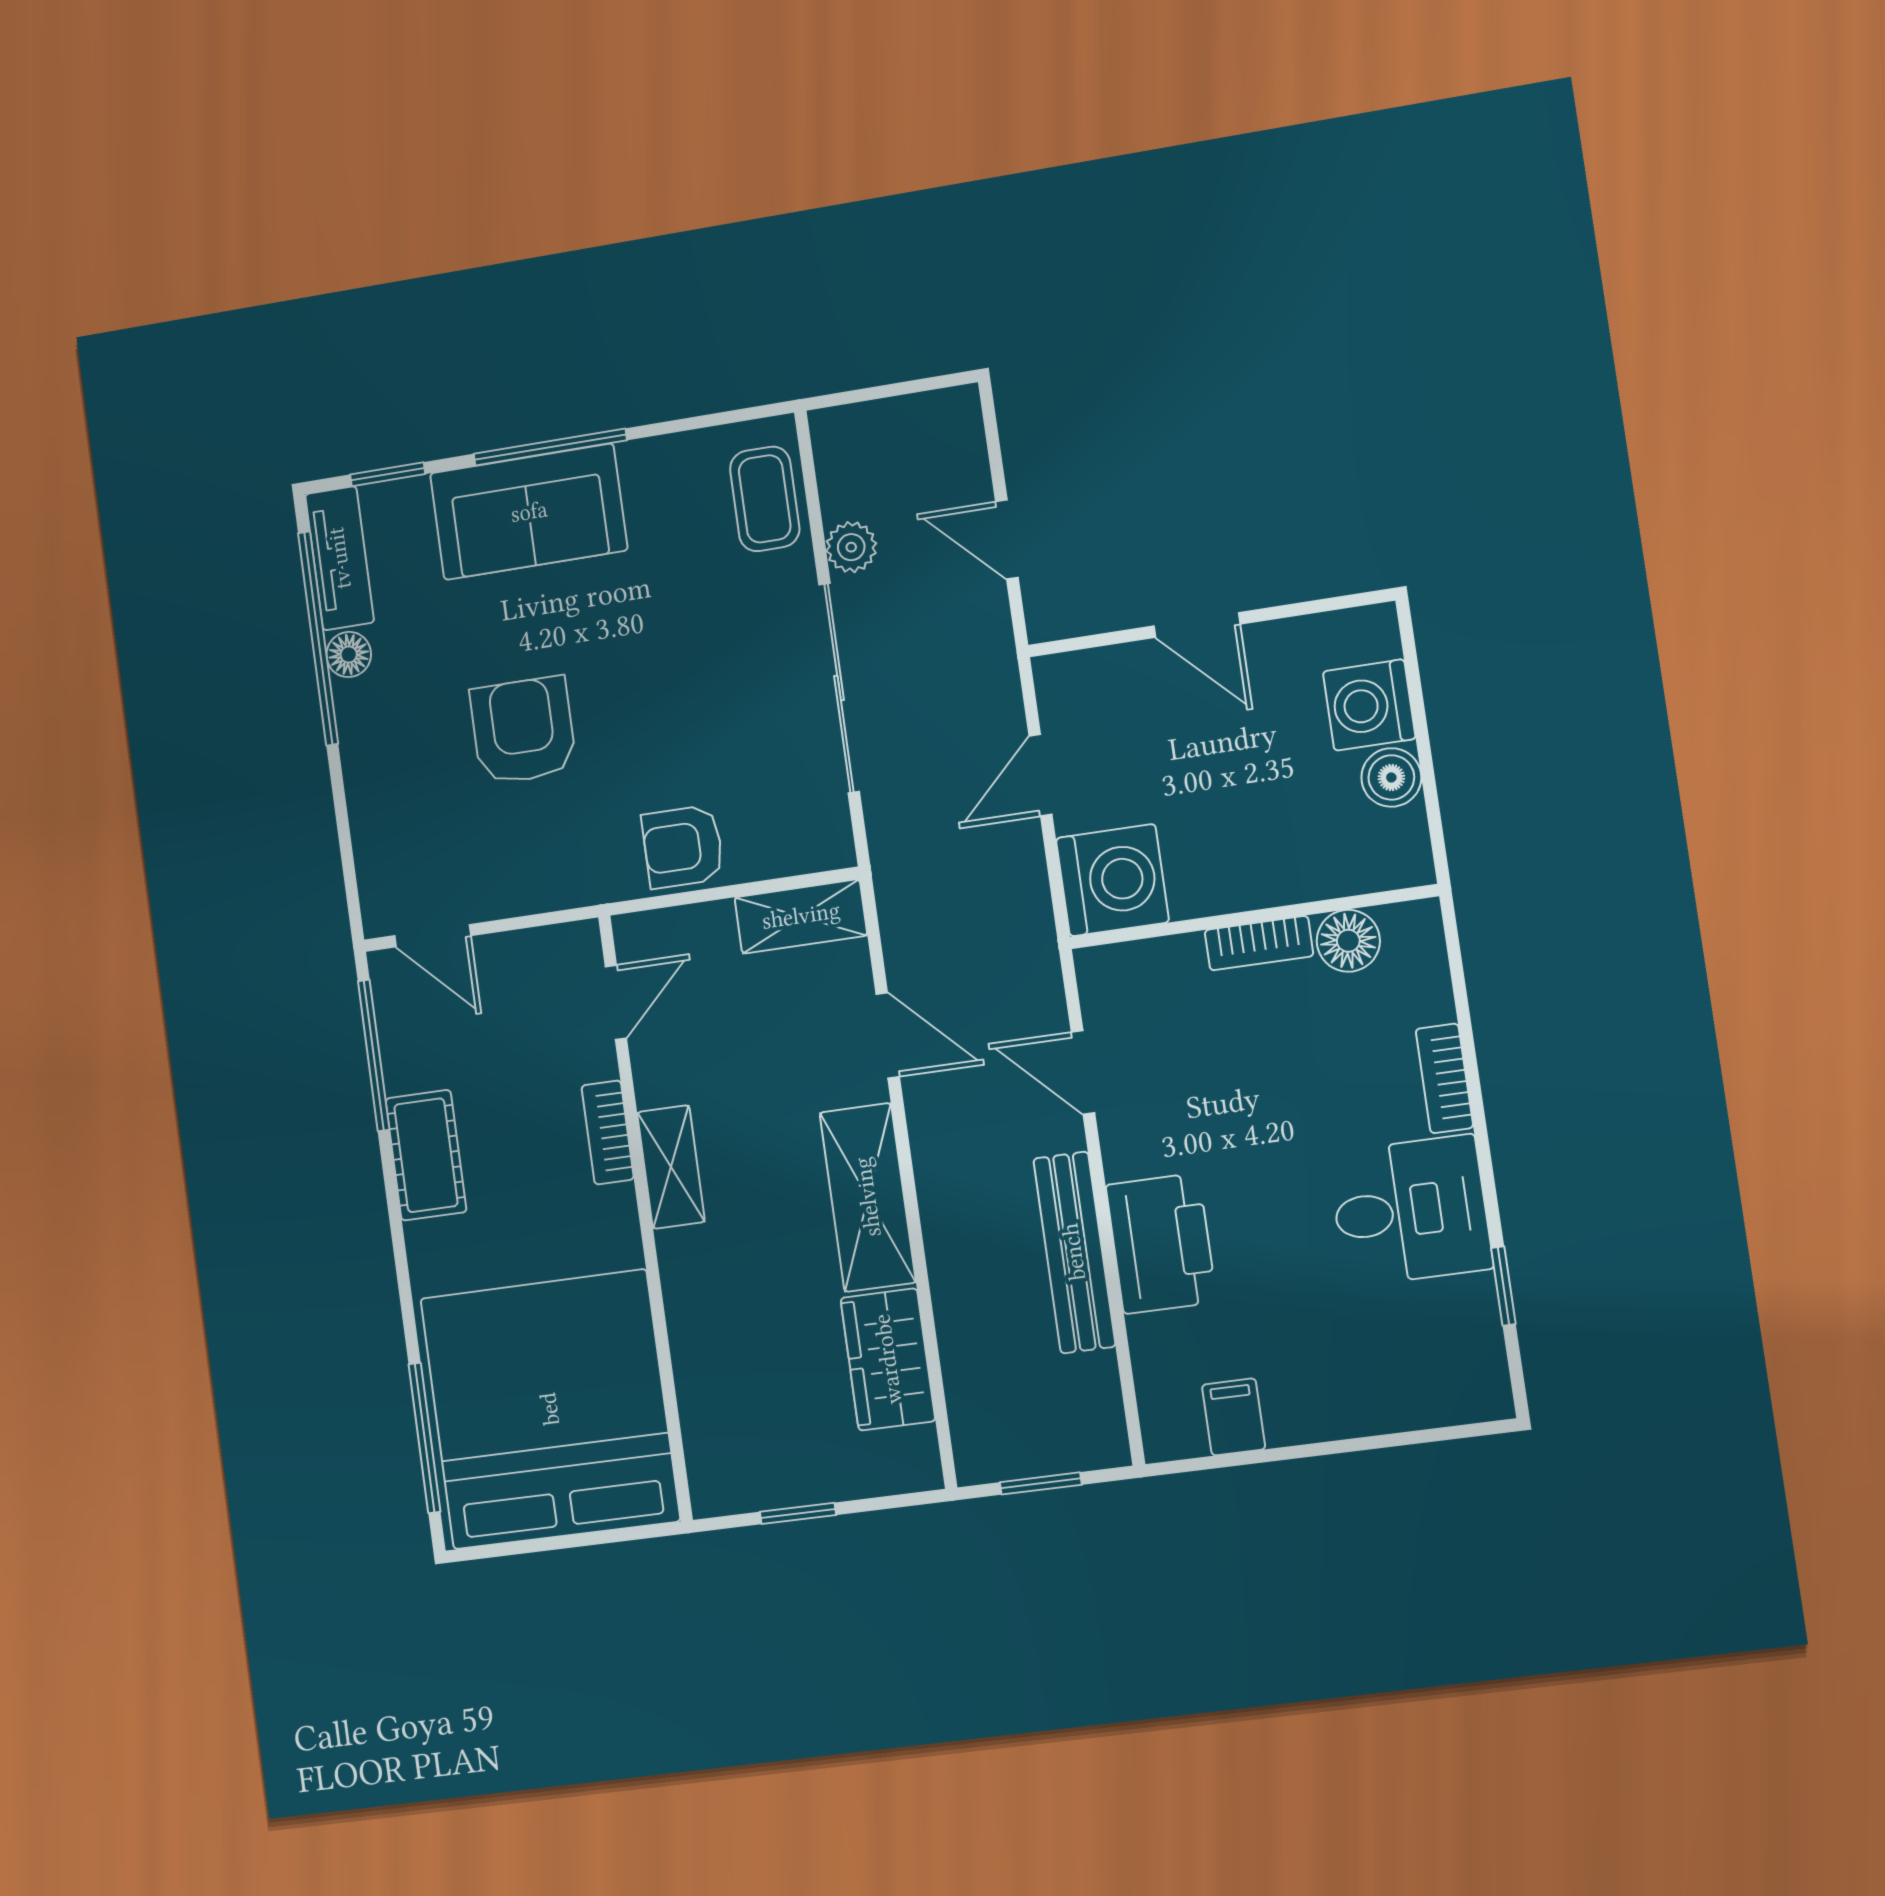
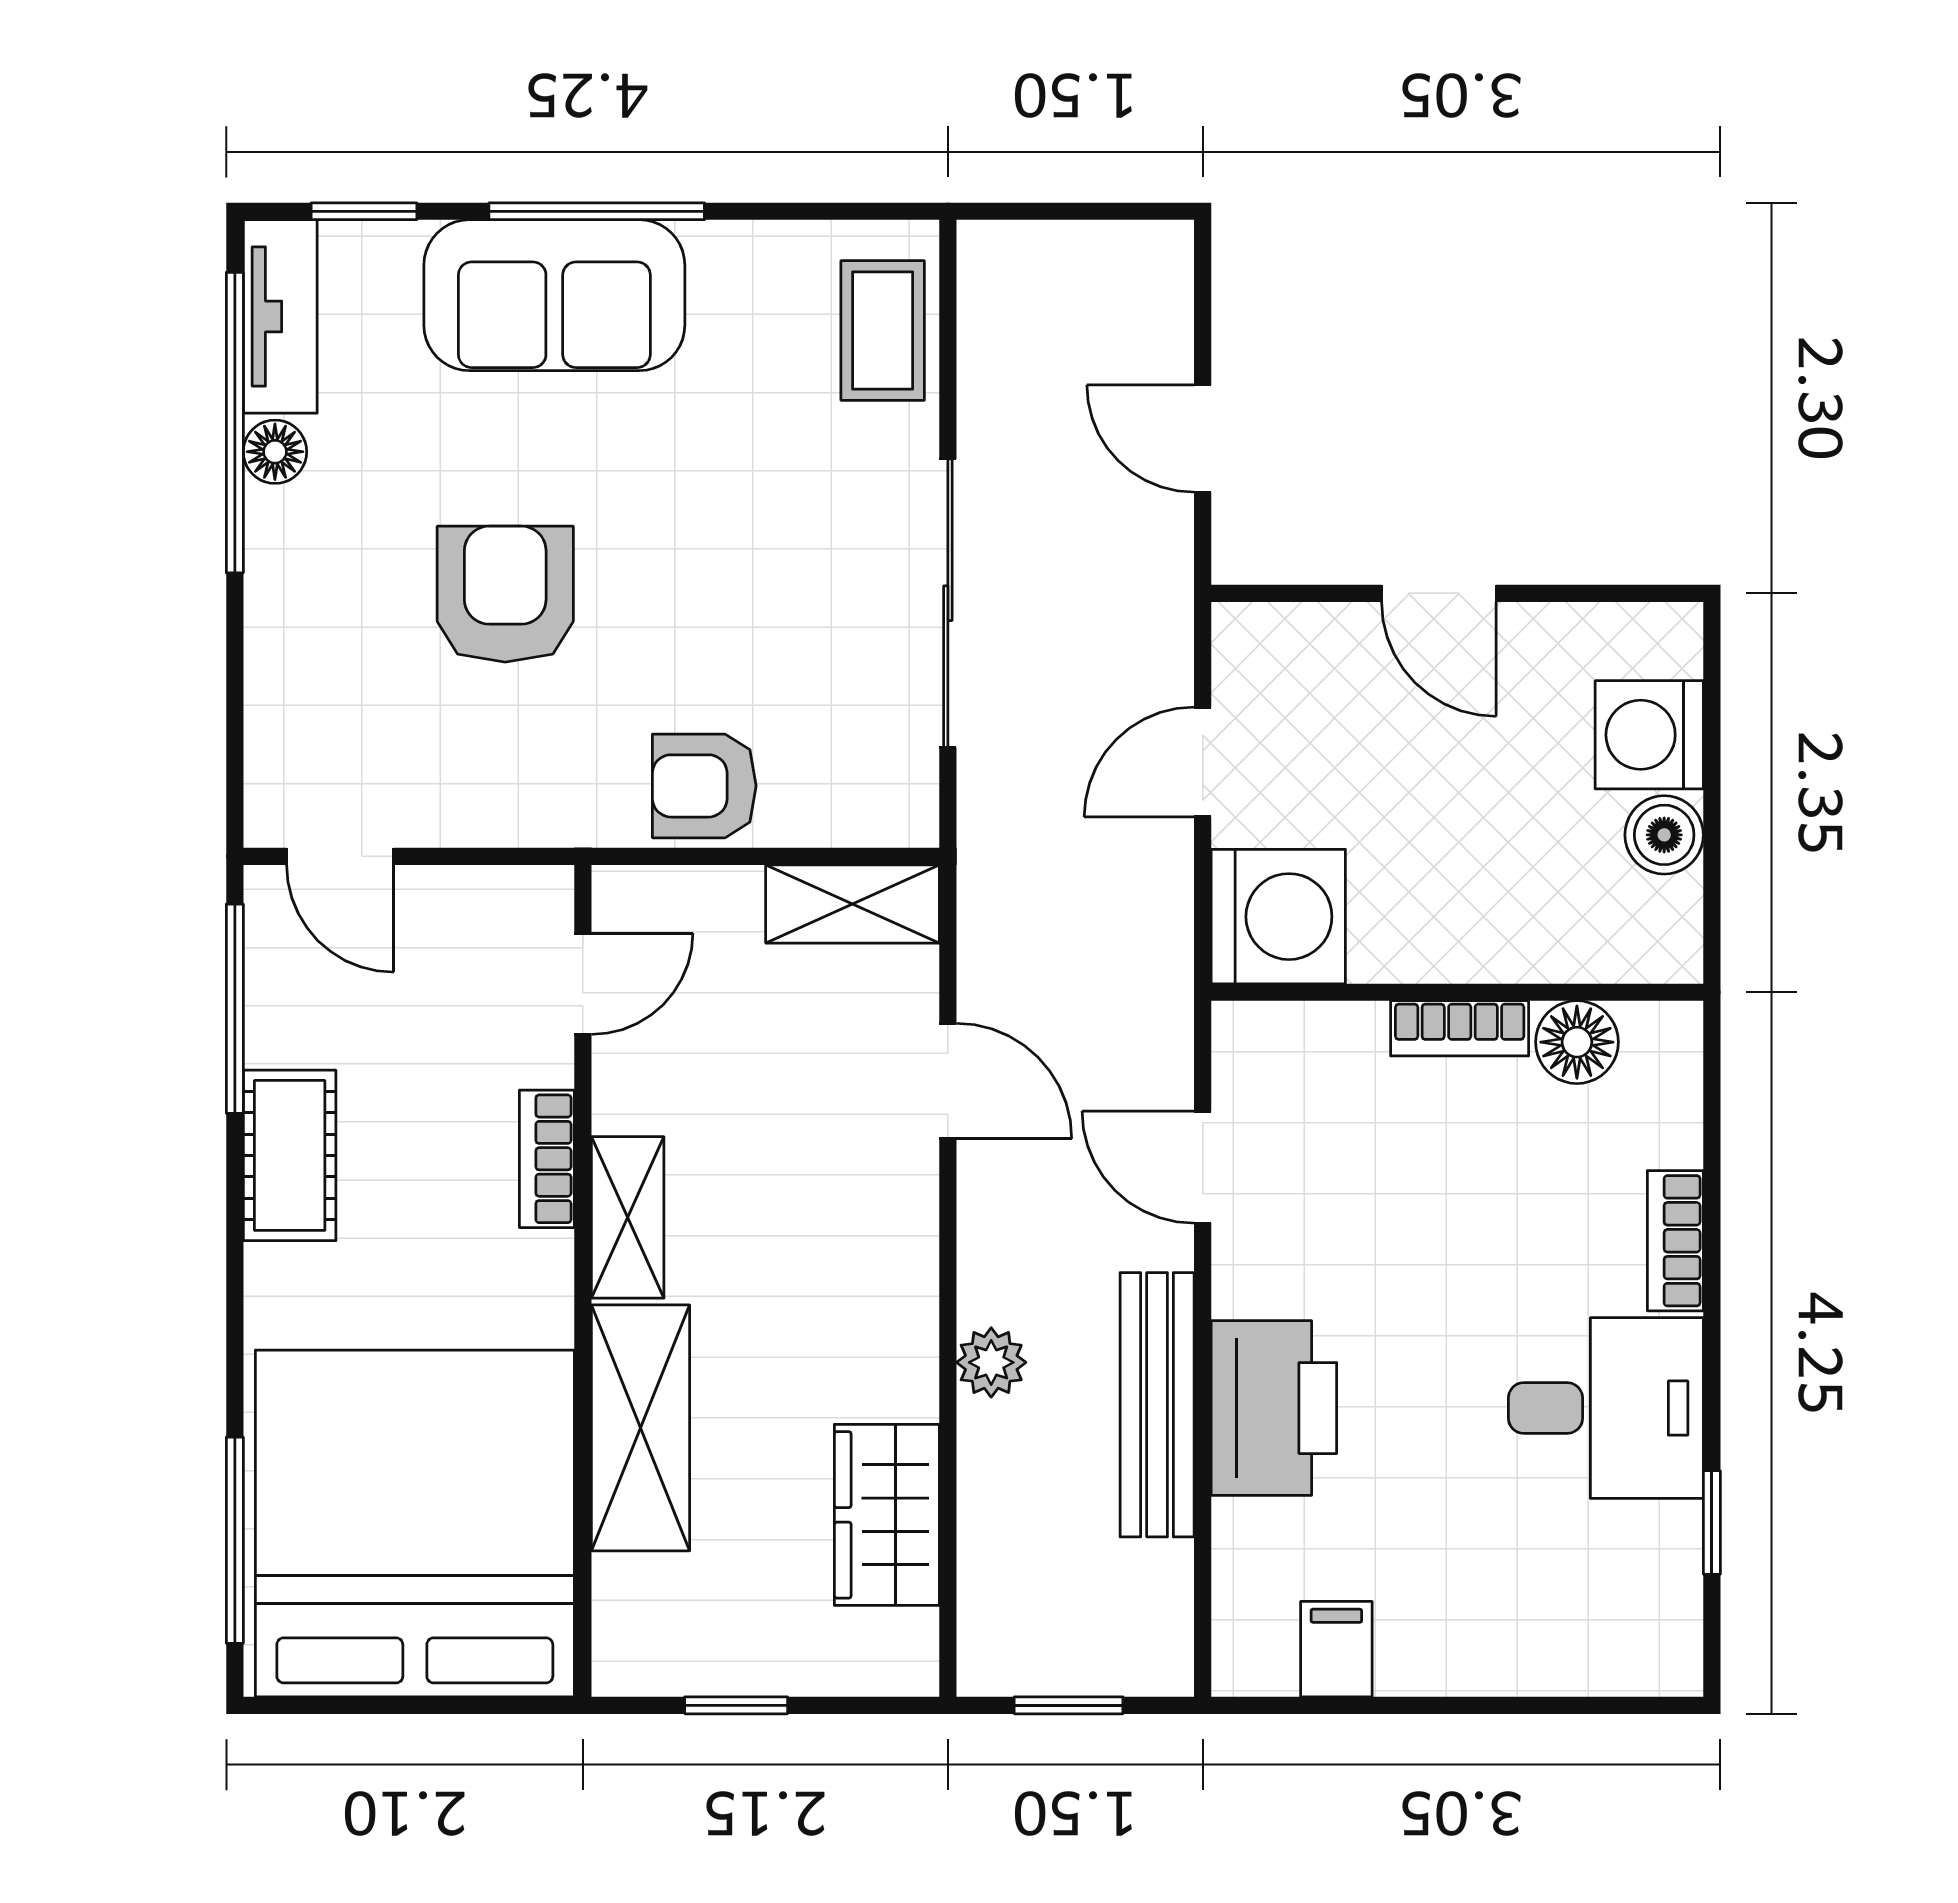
plant: (851, 547) -> (991, 1362), moved
shelving: (868, 1197) -> (641, 1428), moved

